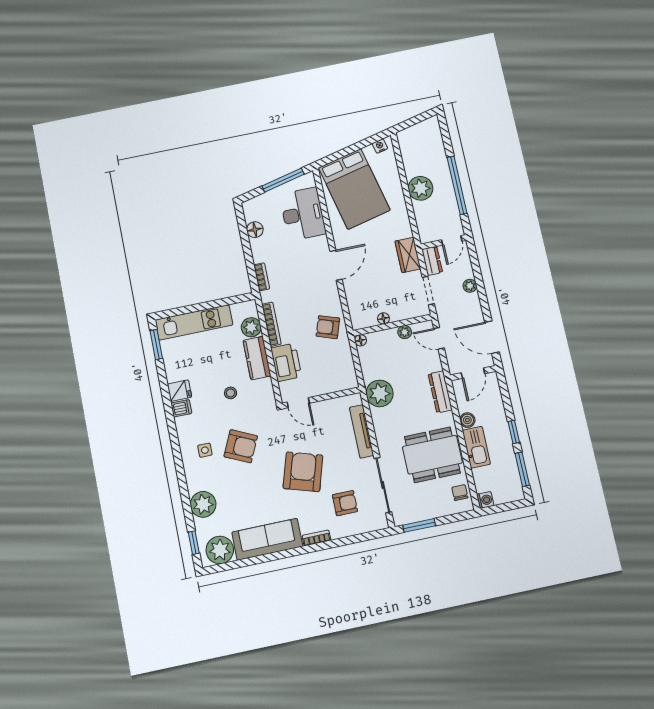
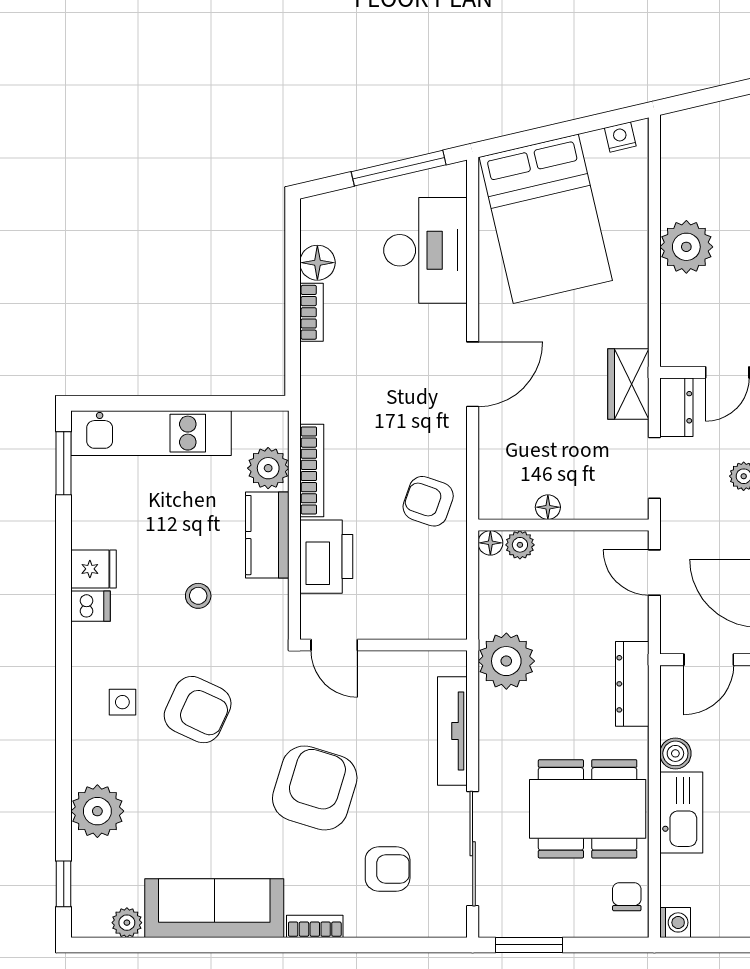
bookcase: (262, 277) -> (311, 312), moved
plant: (405, 332) -> (520, 545), moved
plant: (220, 550) -> (127, 923), width x0.53, depth x0.53

